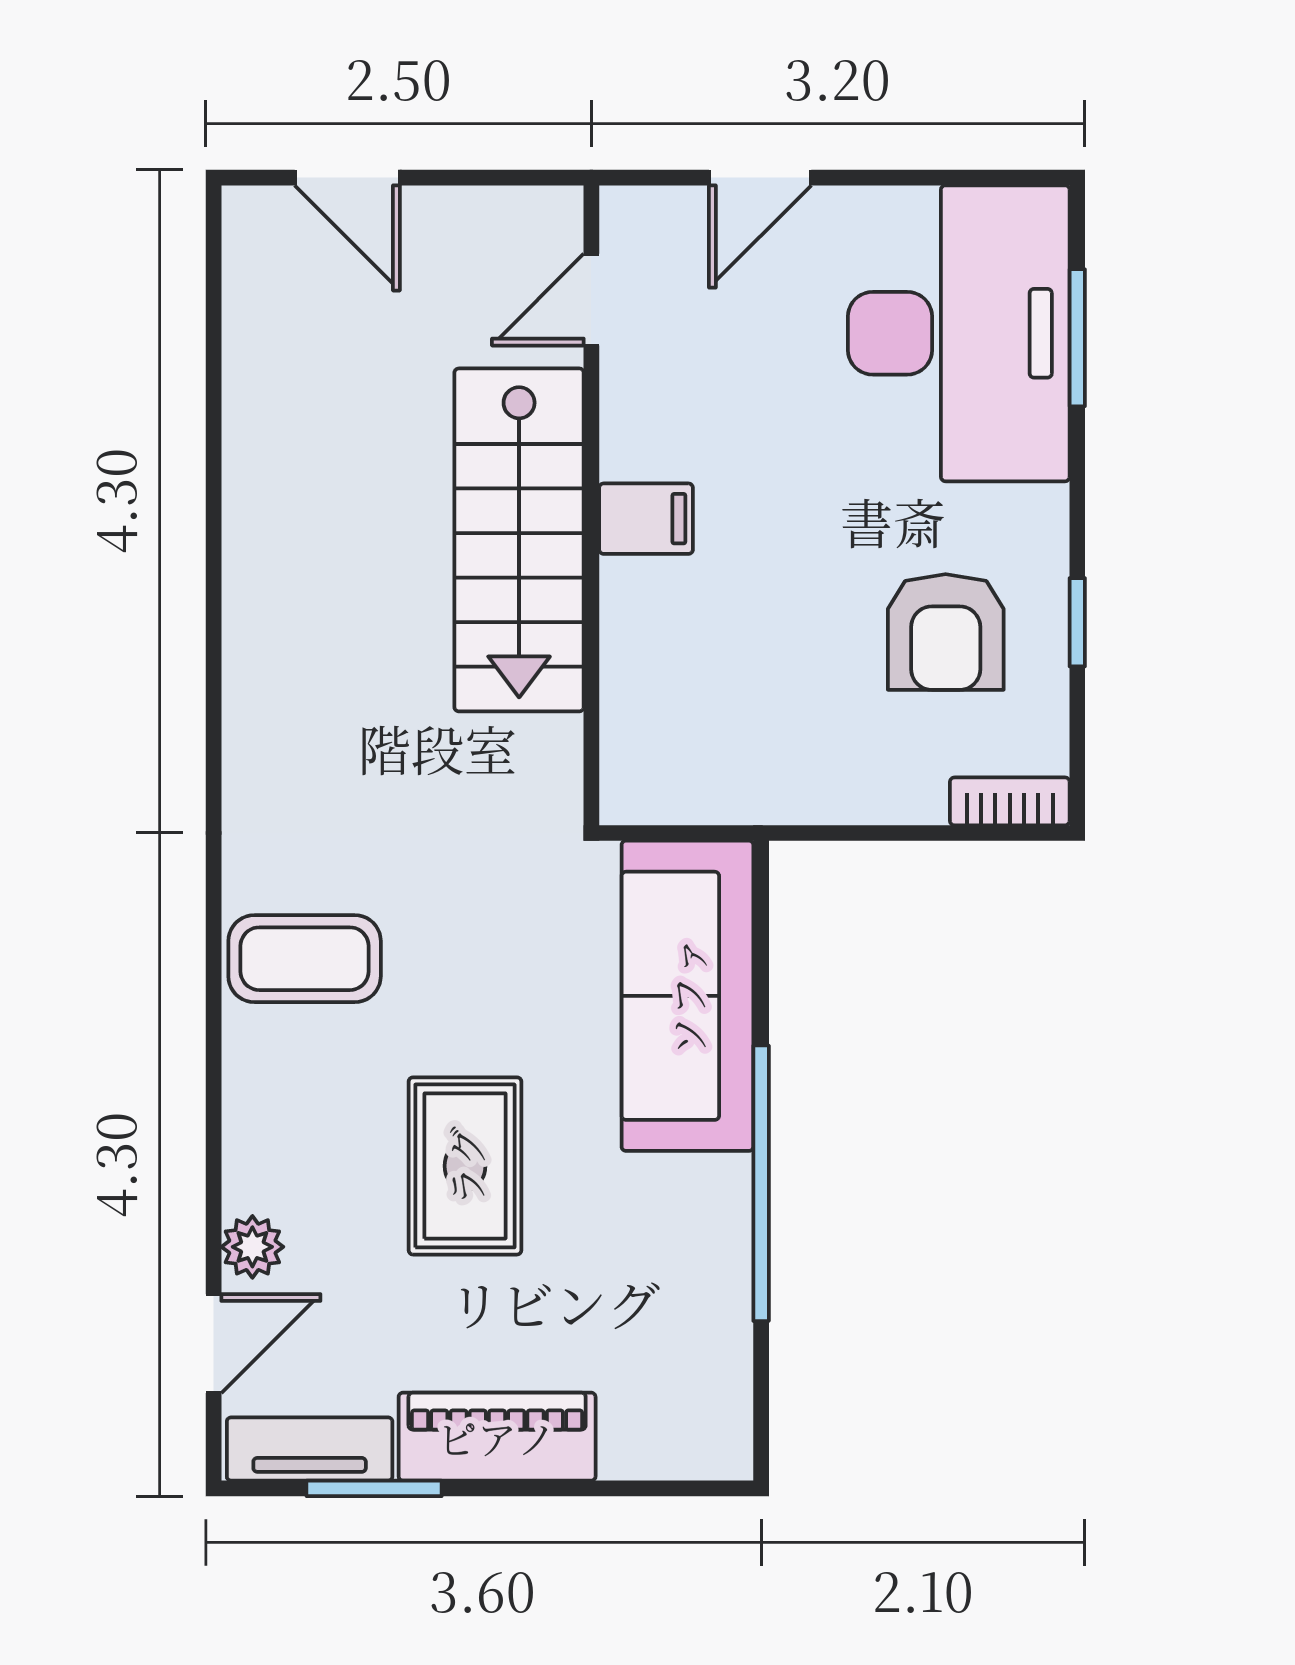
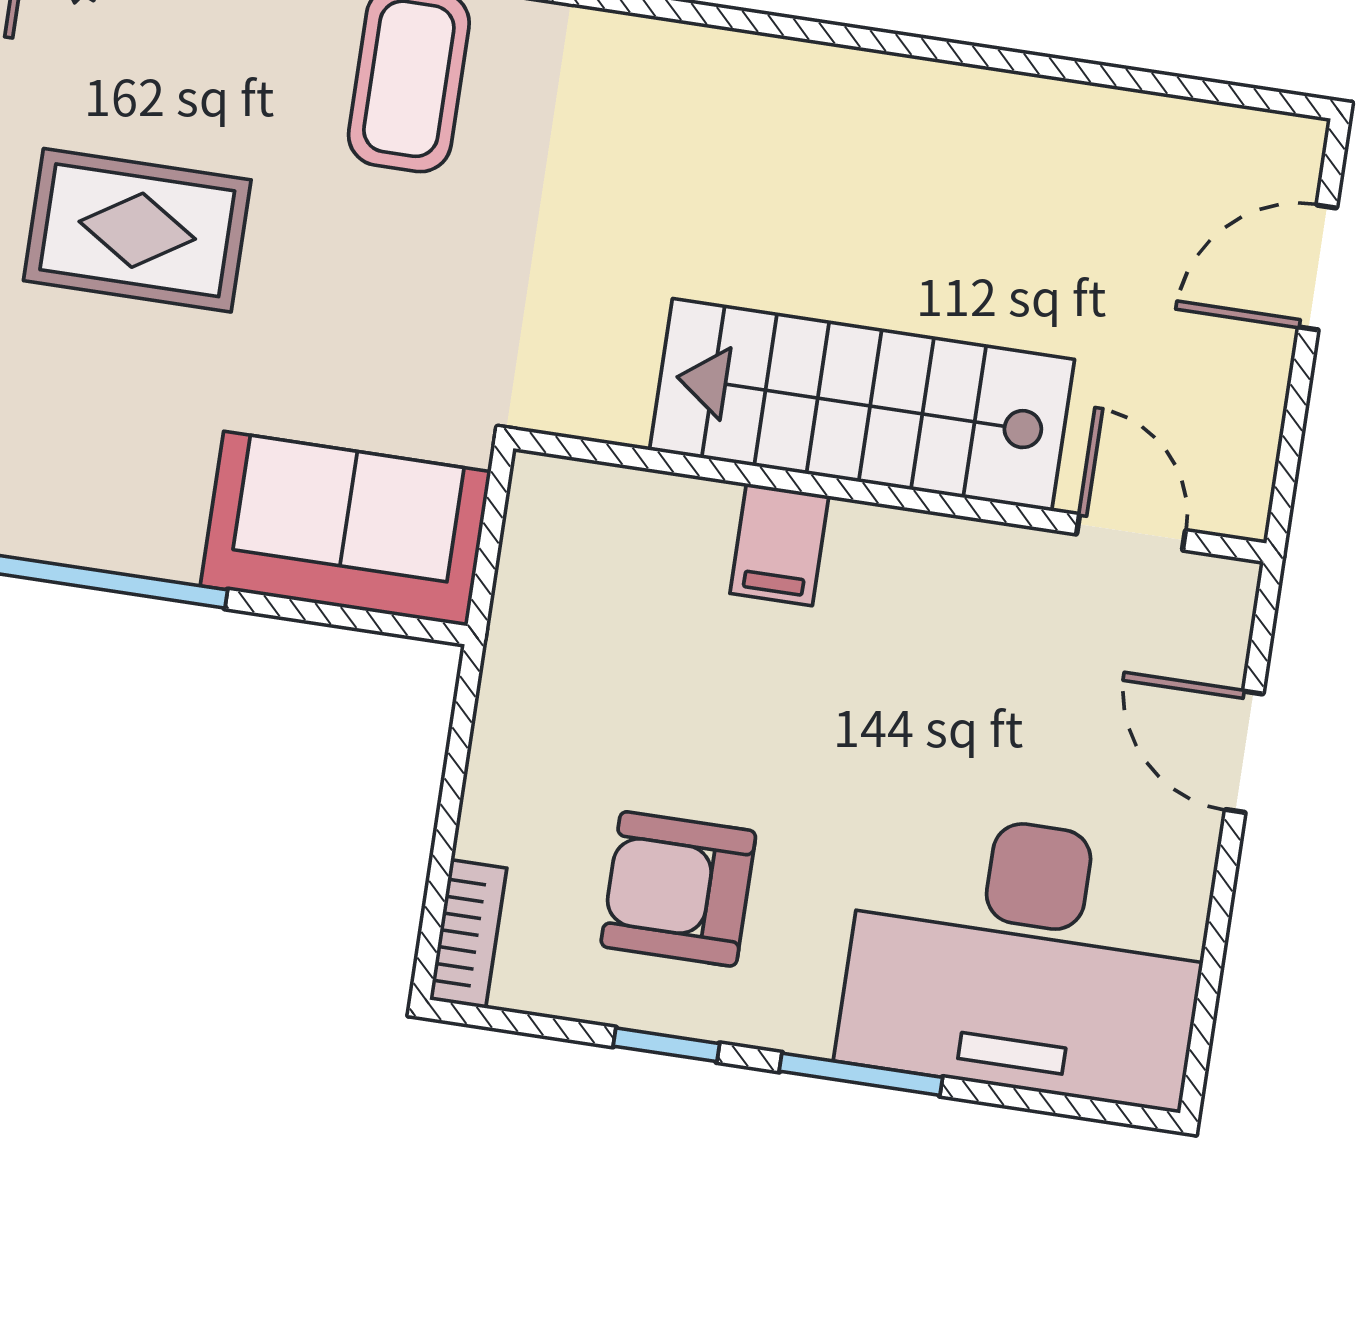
window: (1077, 338) -> (861, 1074), moved
filing cabinet: (646, 519) -> (779, 545), moved
sofa: (687, 996) -> (346, 529), width x0.73

